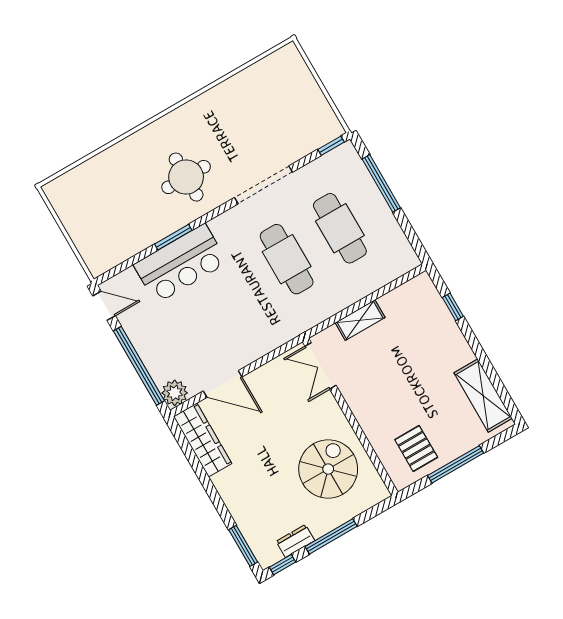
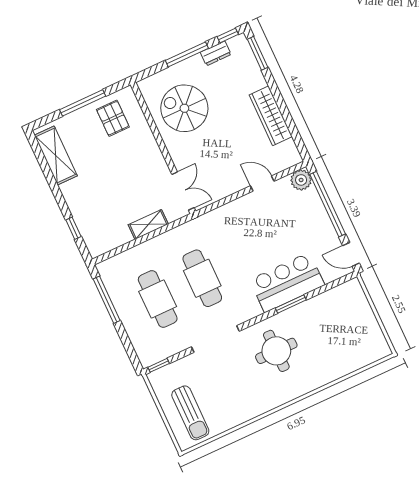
sun lounger: (286, 90) -> (190, 413), added
window: (381, 183) -> (107, 300), moved
door: (223, 384) -> (262, 184), width x0.73
wardrobe: (203, 440) -> (271, 116), moved
spiral stairs: (328, 469) -> (184, 108), turned 90

